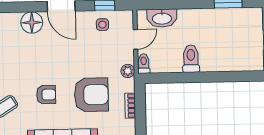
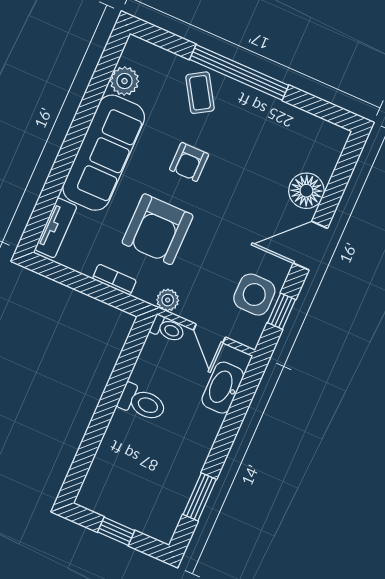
side table: (102, 25) -> (254, 295), width x1.87, depth x1.87

